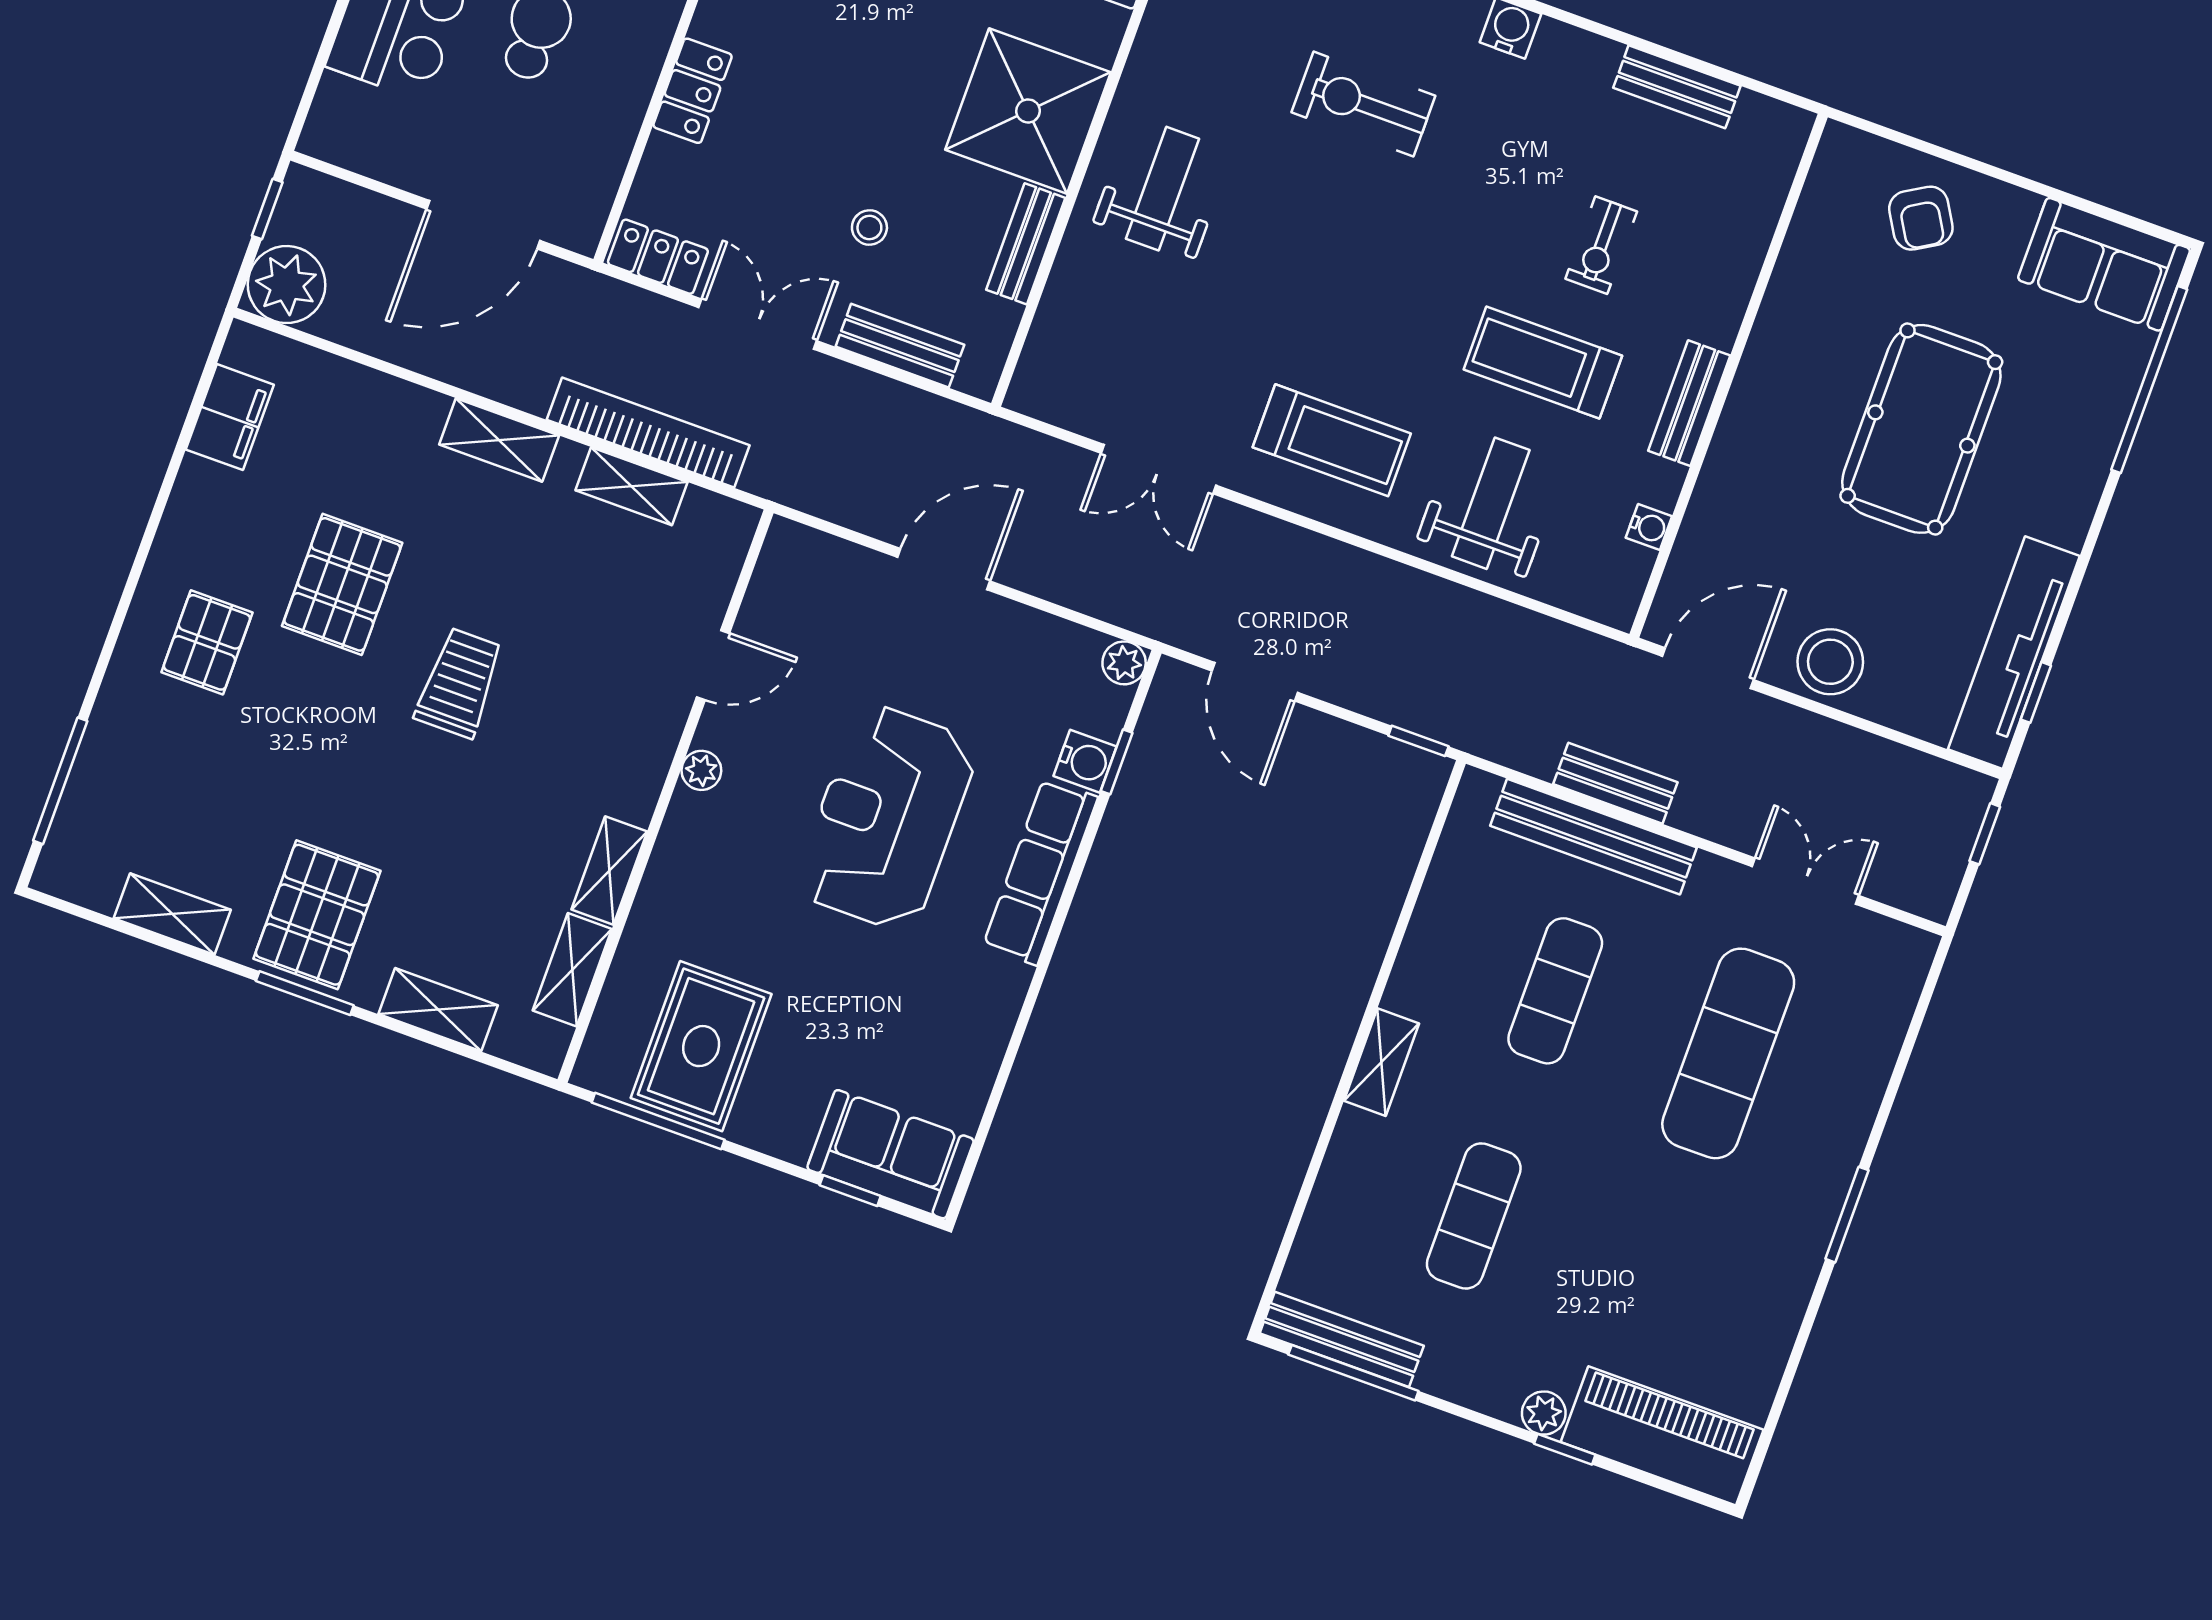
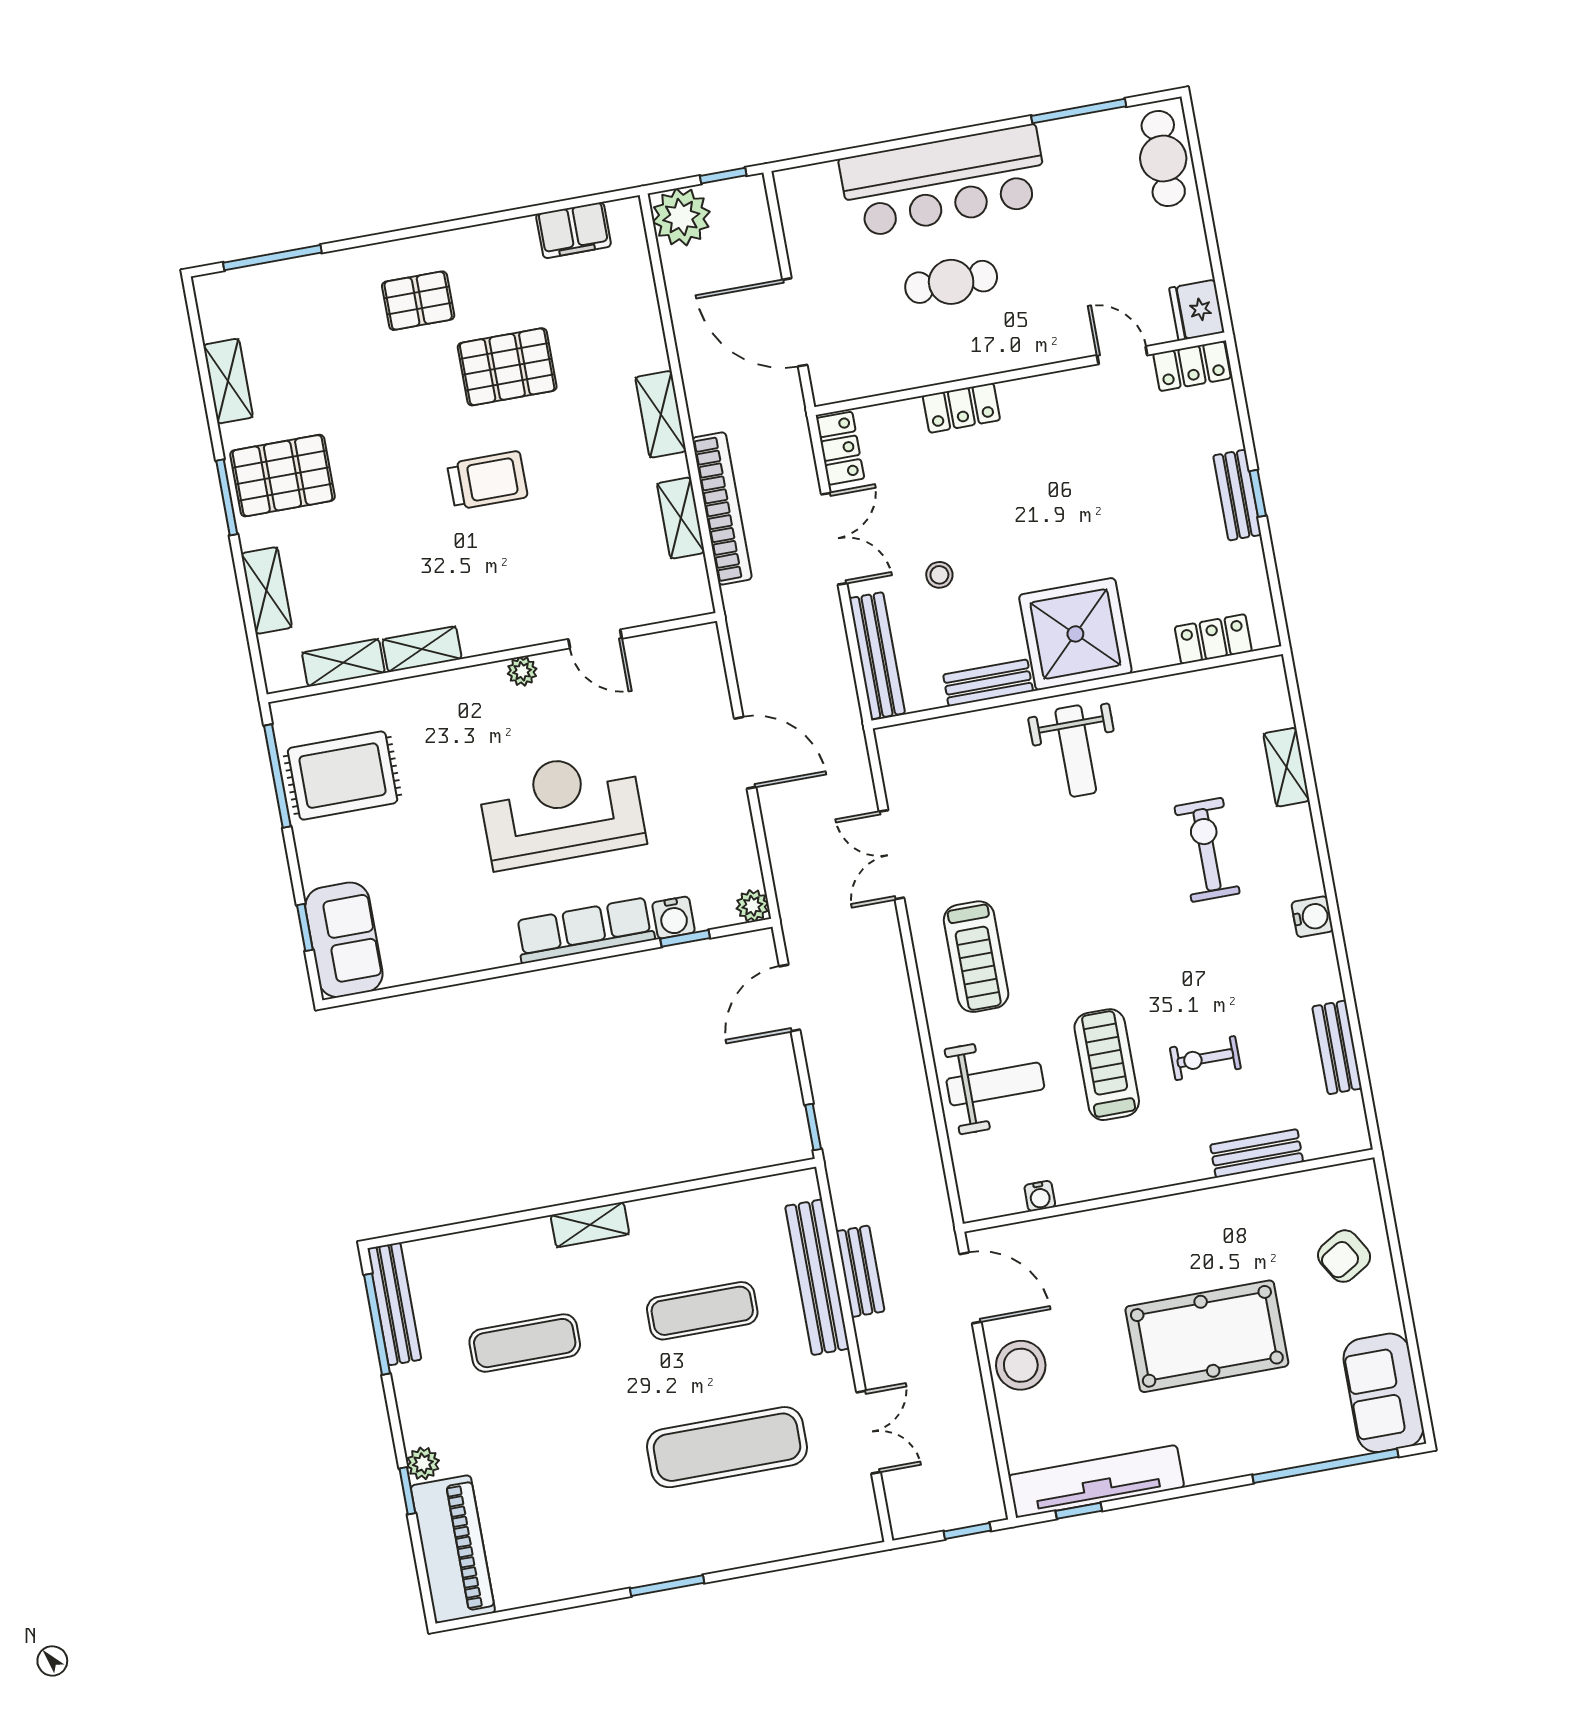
weight bench: (1162, 189) -> (1076, 751), turned 90
bench: (900, 346) -> (877, 656), width x1.36
bench: (1689, 403) -> (1257, 1153), moved

